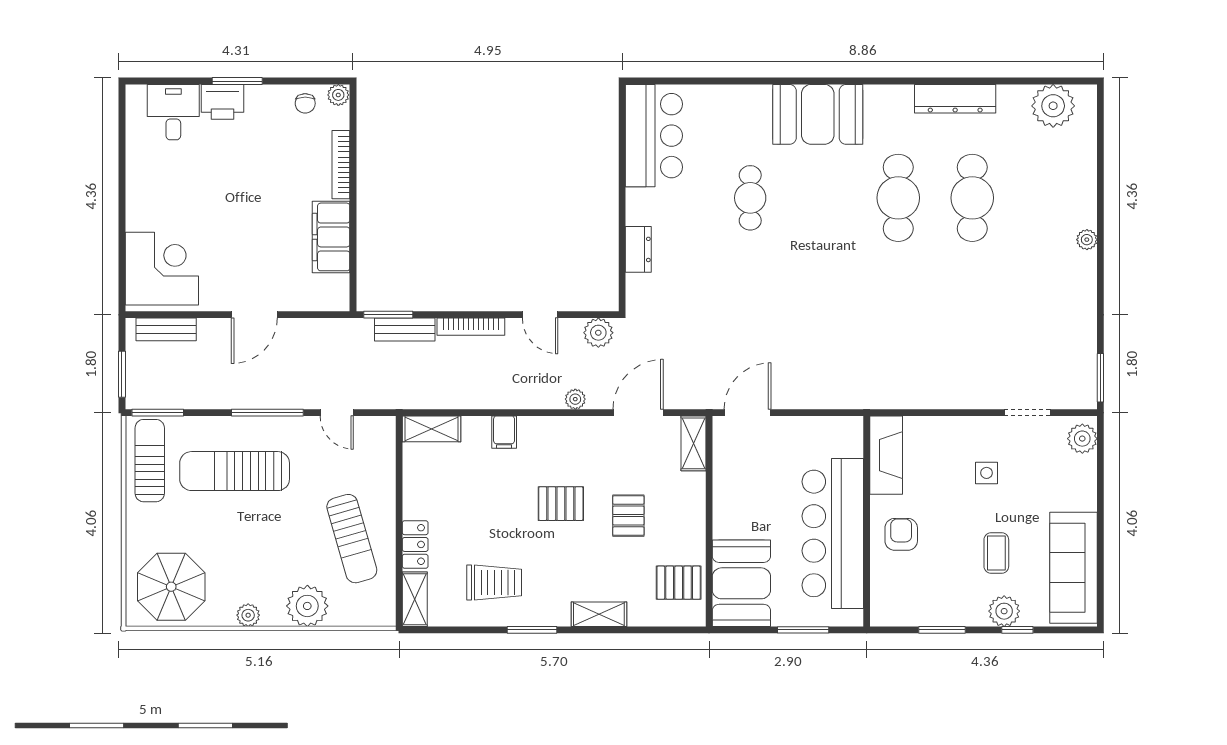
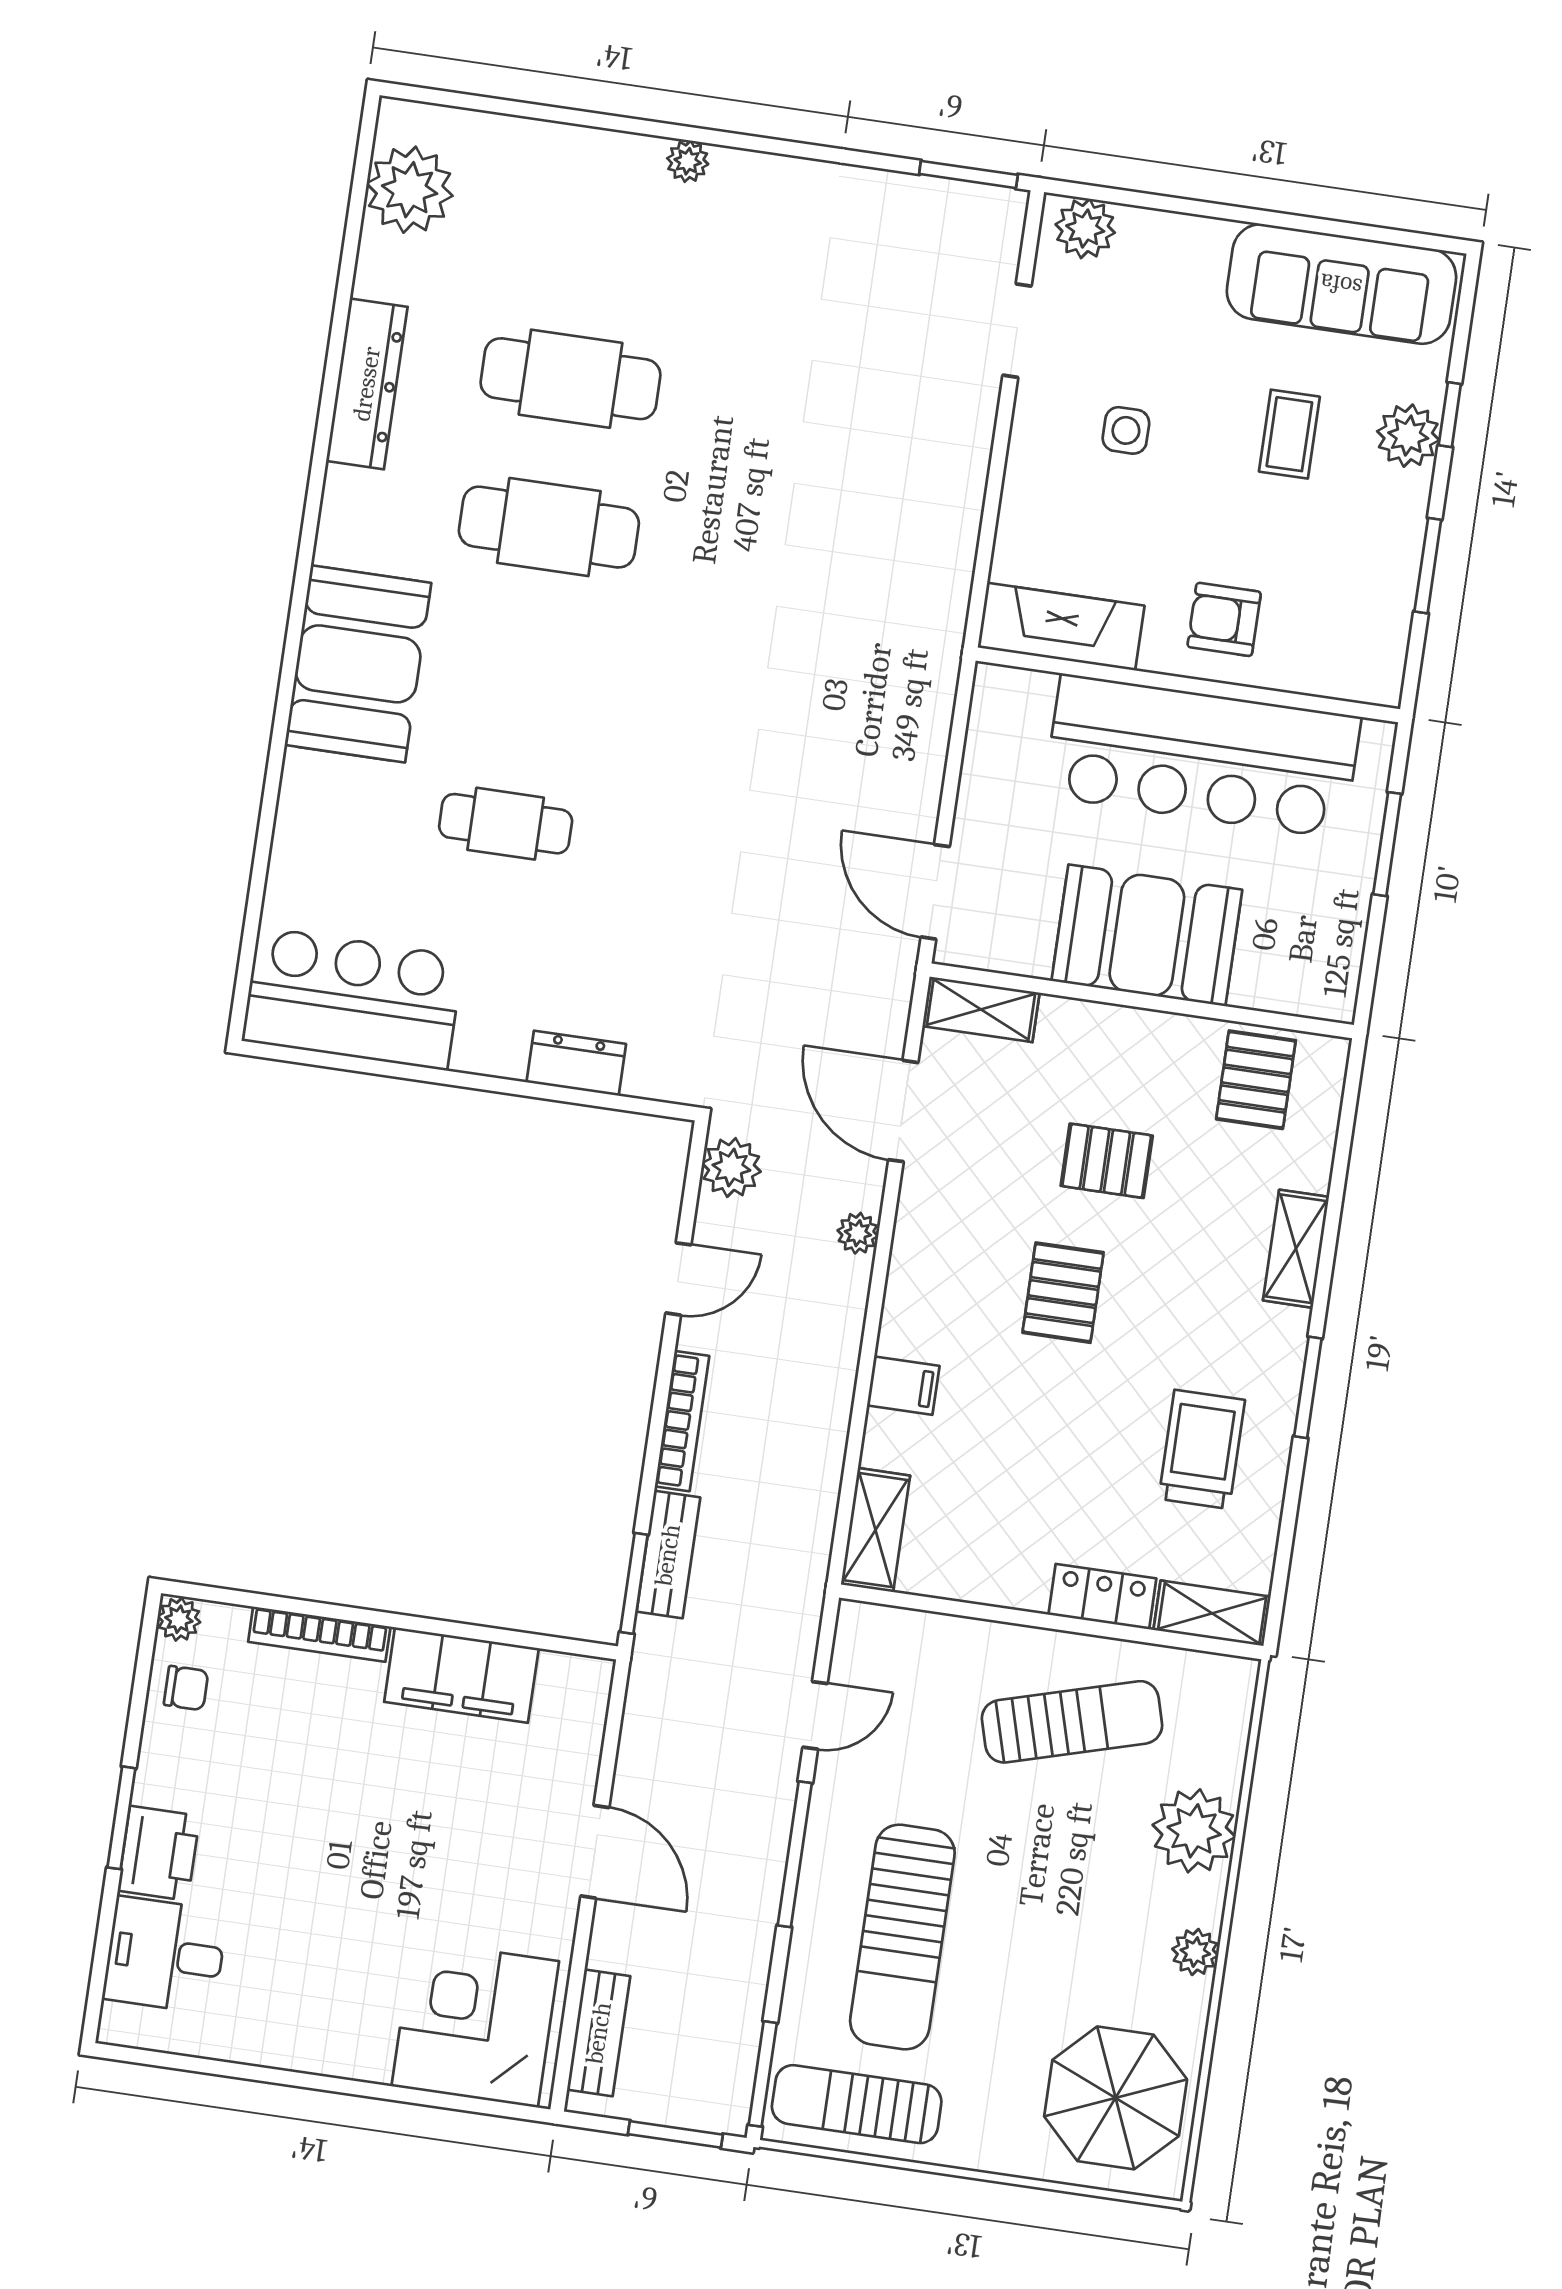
coffee table: (996, 553) -> (1289, 434), turned 90
booth: (741, 583) -> (1147, 935), moved

